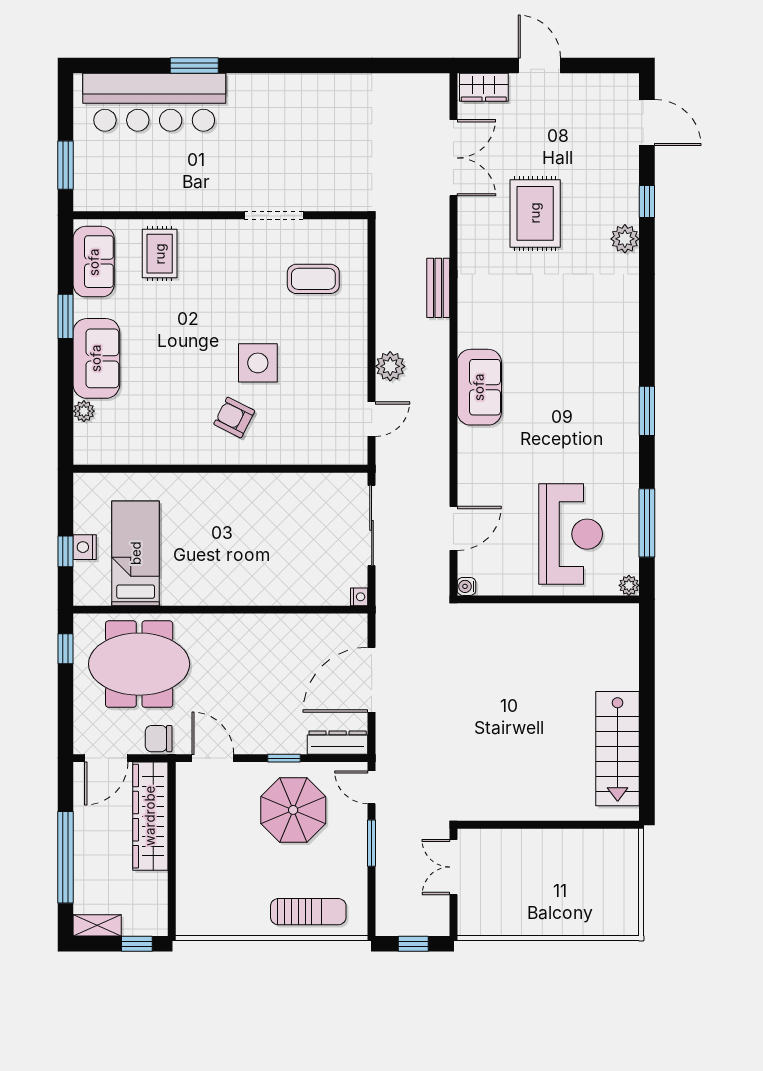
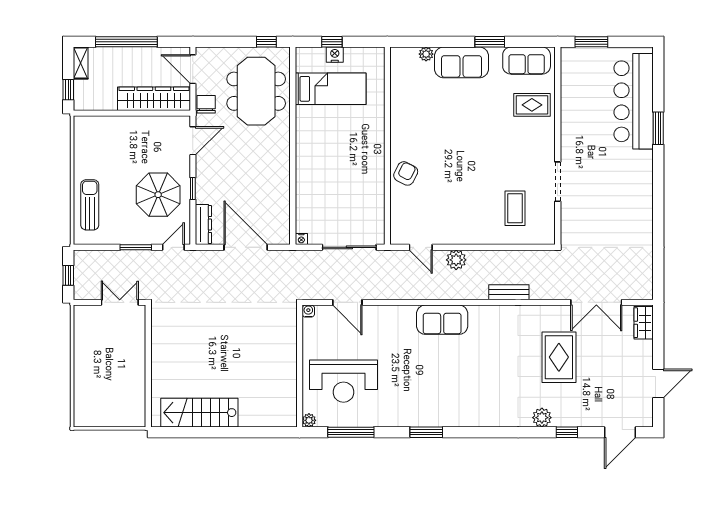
door: (539, 65) -> (658, 383), moved
rug: (535, 213) -> (559, 357), turned 90
side table: (258, 363) -> (458, 171), removed
armchair: (234, 417) -> (406, 173), moved
sun lounger: (308, 912) -> (90, 205), turned 180

